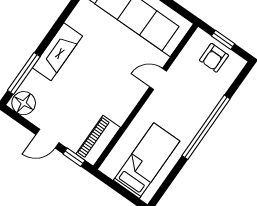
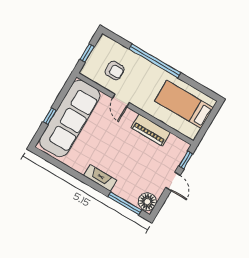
fireplace: (57, 52) -> (100, 178), width x0.73, depth x0.76
armchair: (214, 58) -> (115, 71), moved
piano: (98, 141) -> (151, 130), moved

